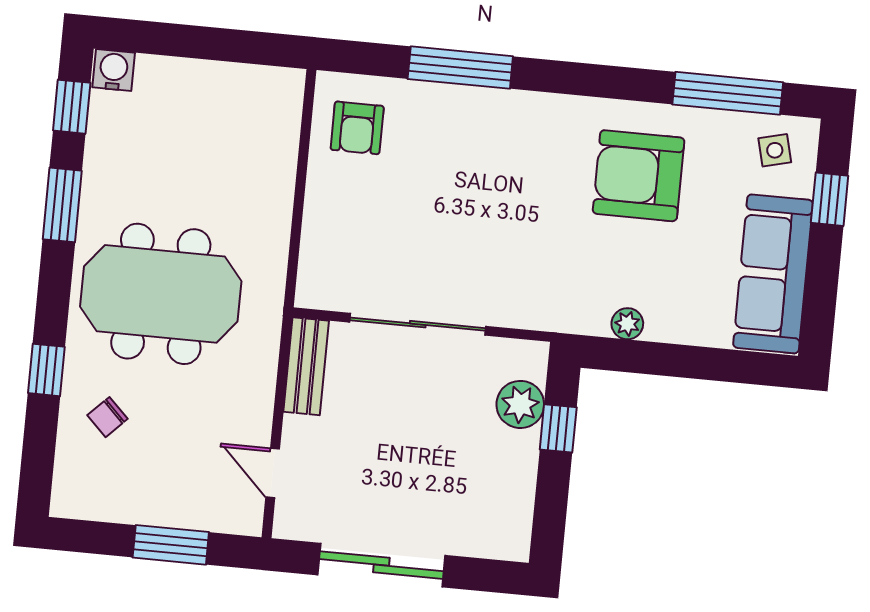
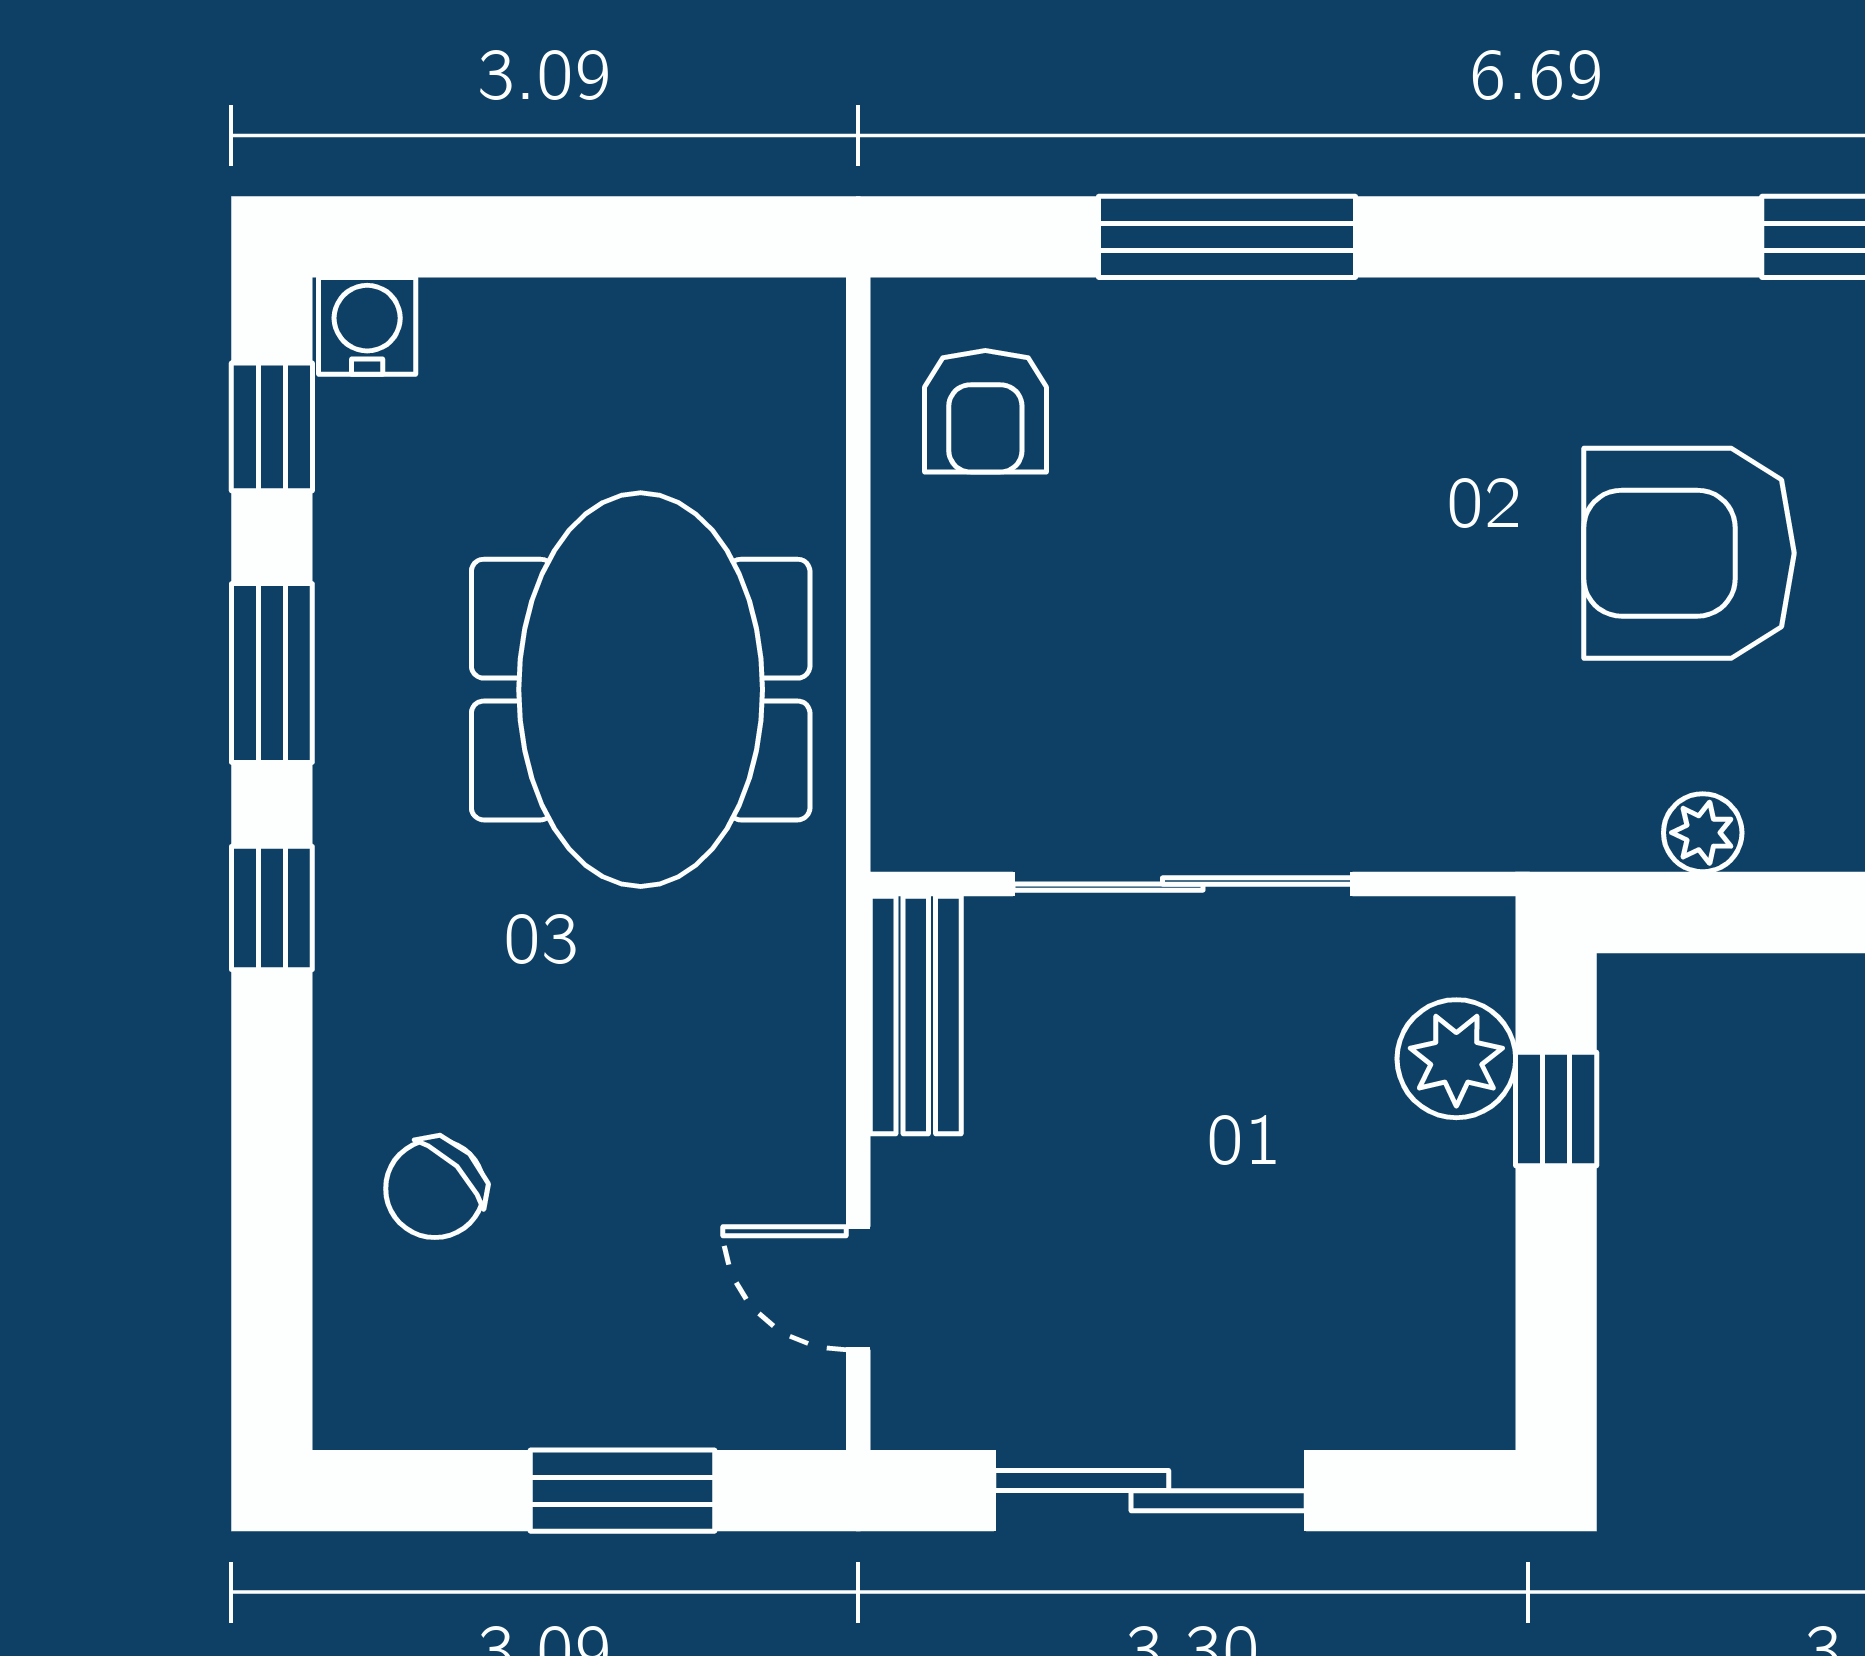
armchair: (639, 176) -> (1689, 553), moved
meeting table: (161, 294) -> (641, 690), moved, turned 90
window: (46, 370) -> (272, 908), moved
chair: (108, 417) -> (435, 1189), width x1.37, depth x1.37

